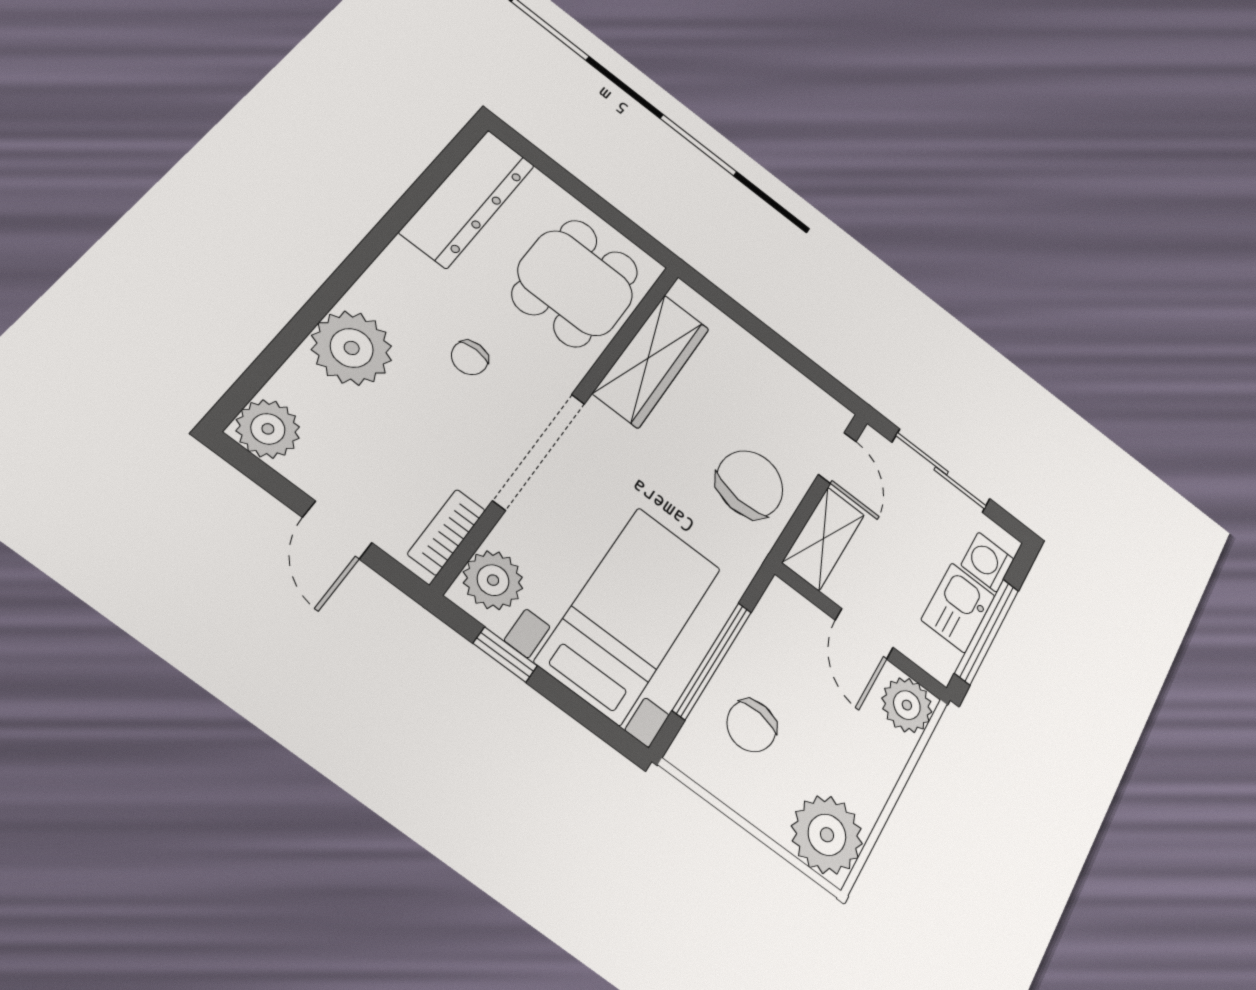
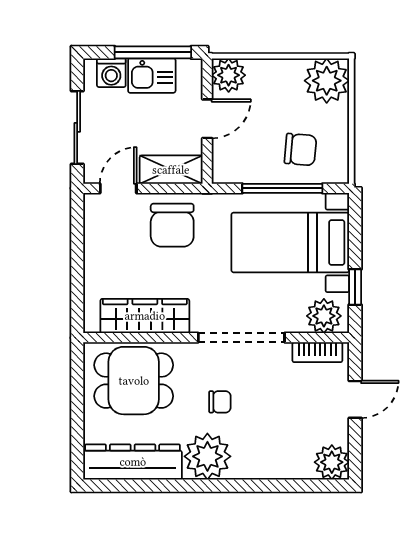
plant: (352, 348) -> (207, 456), moved
chair: (750, 484) -> (172, 225), turned -95

